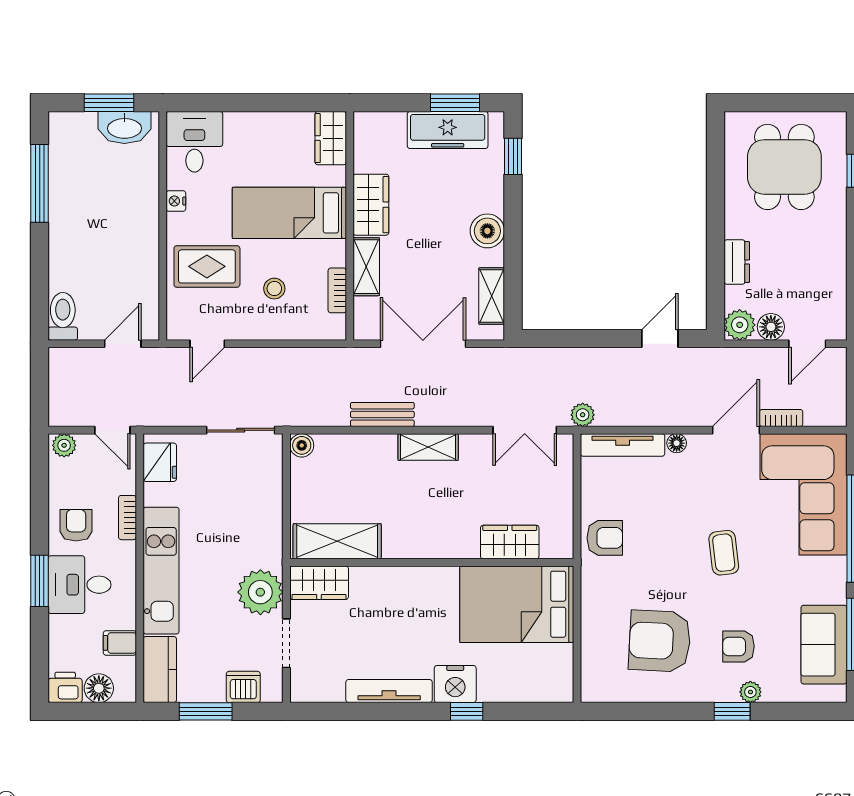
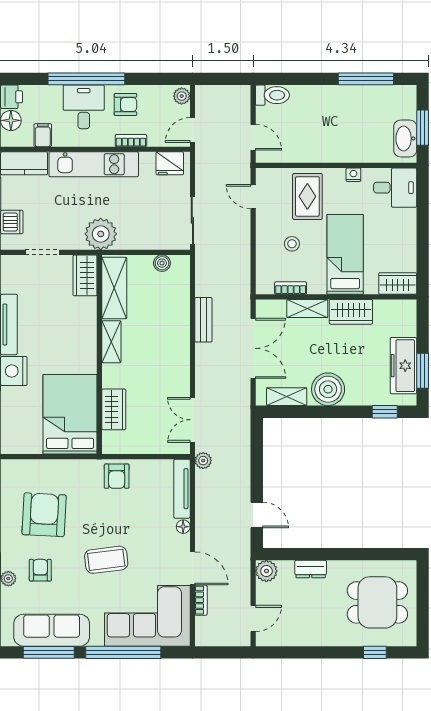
boiler: (487, 231) -> (328, 389), width x1.37, depth x1.37
floor lamp: (771, 327) -> (265, 593), removed
door: (807, 344) -> (253, 619), swing flipped
boiler: (302, 445) -> (162, 263), moved
shelving: (428, 447) -> (111, 342), moved
coffee table: (724, 553) -> (106, 560), width x1.36, depth x1.30
window: (40, 581) -> (86, 79), width x2.11
plant: (260, 592) -> (101, 234), moved
sofa: (824, 645) -> (52, 630), width x1.36

